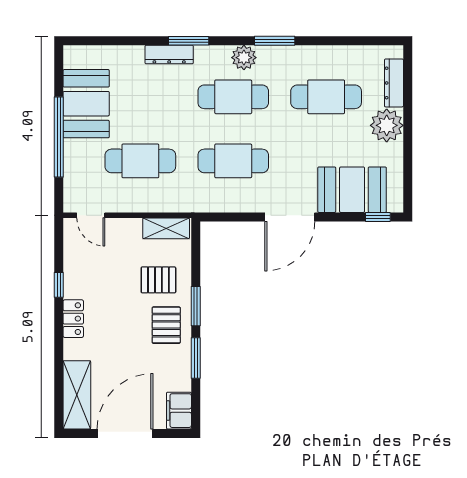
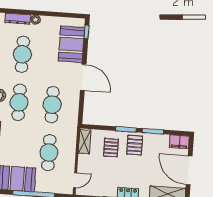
plant: (387, 125) -> (36, 20), width x0.53, depth x0.53
pallet: (166, 325) -> (135, 145), turned 90

